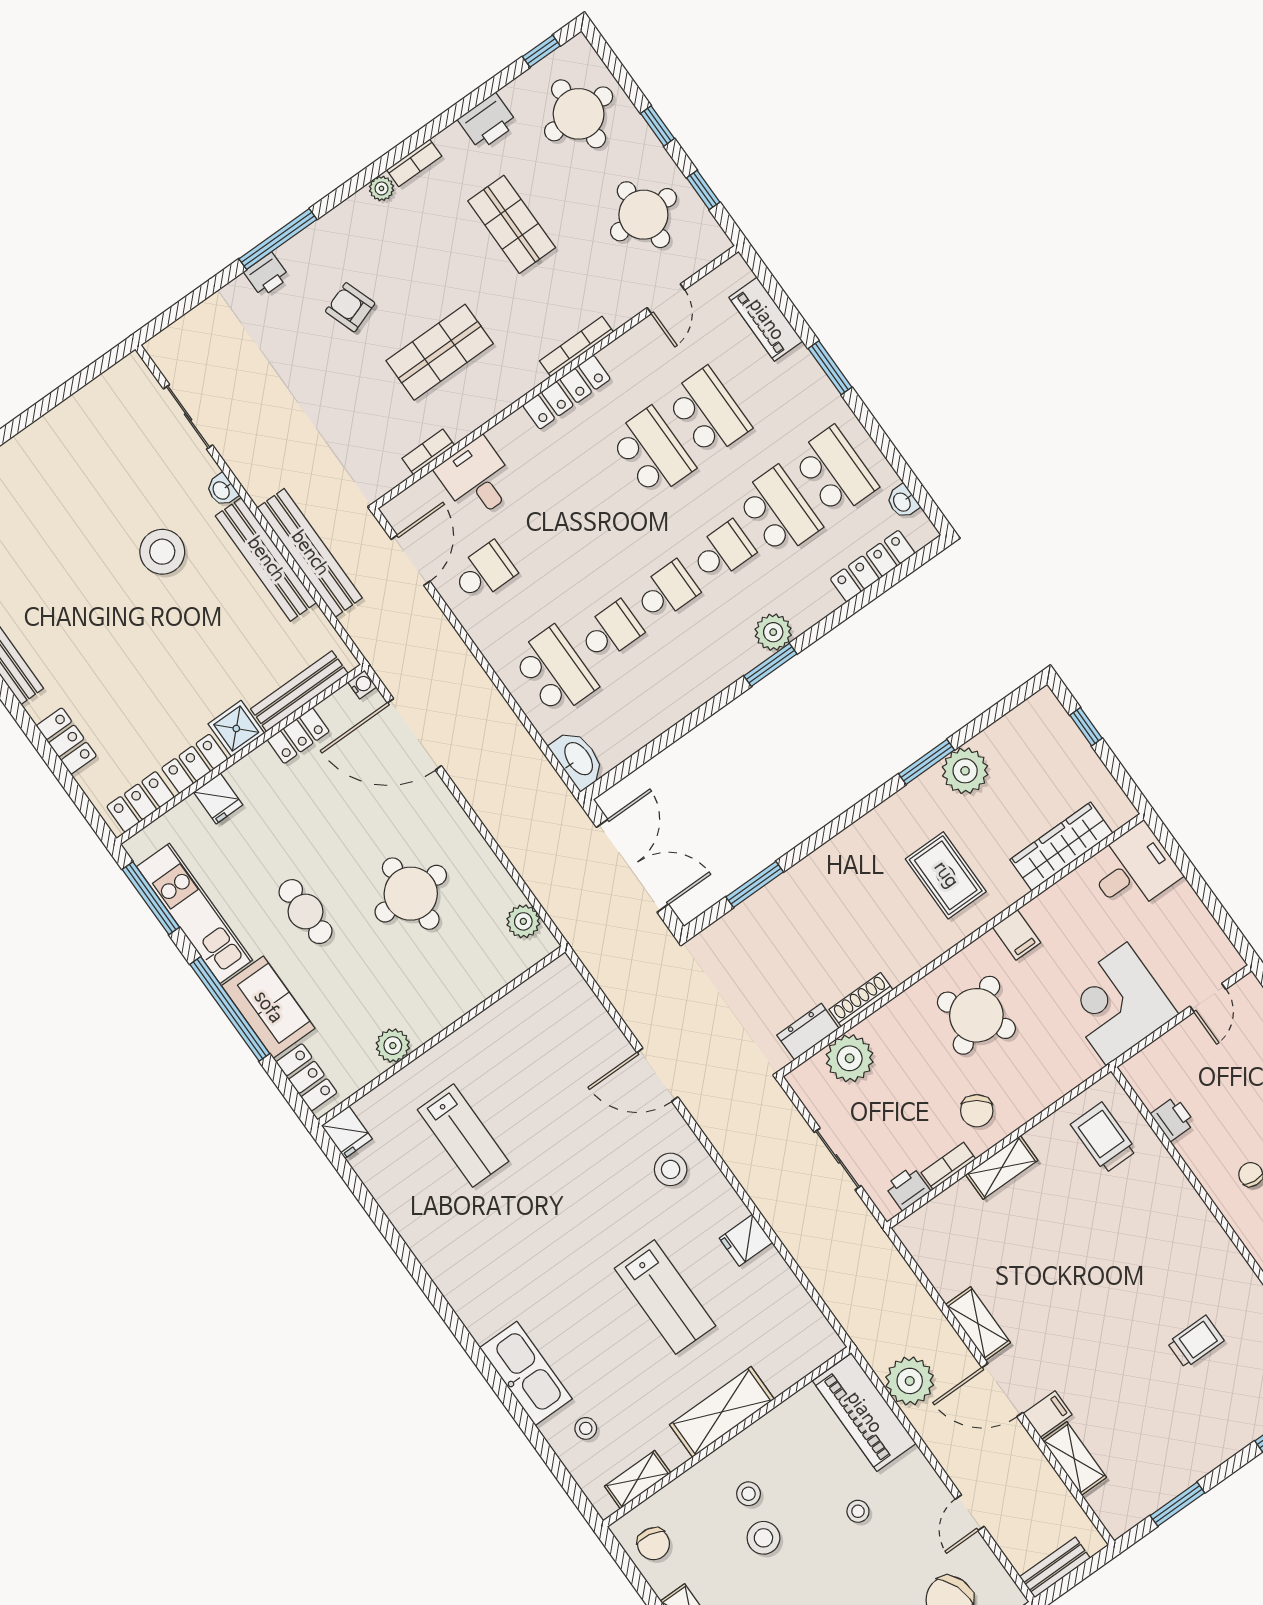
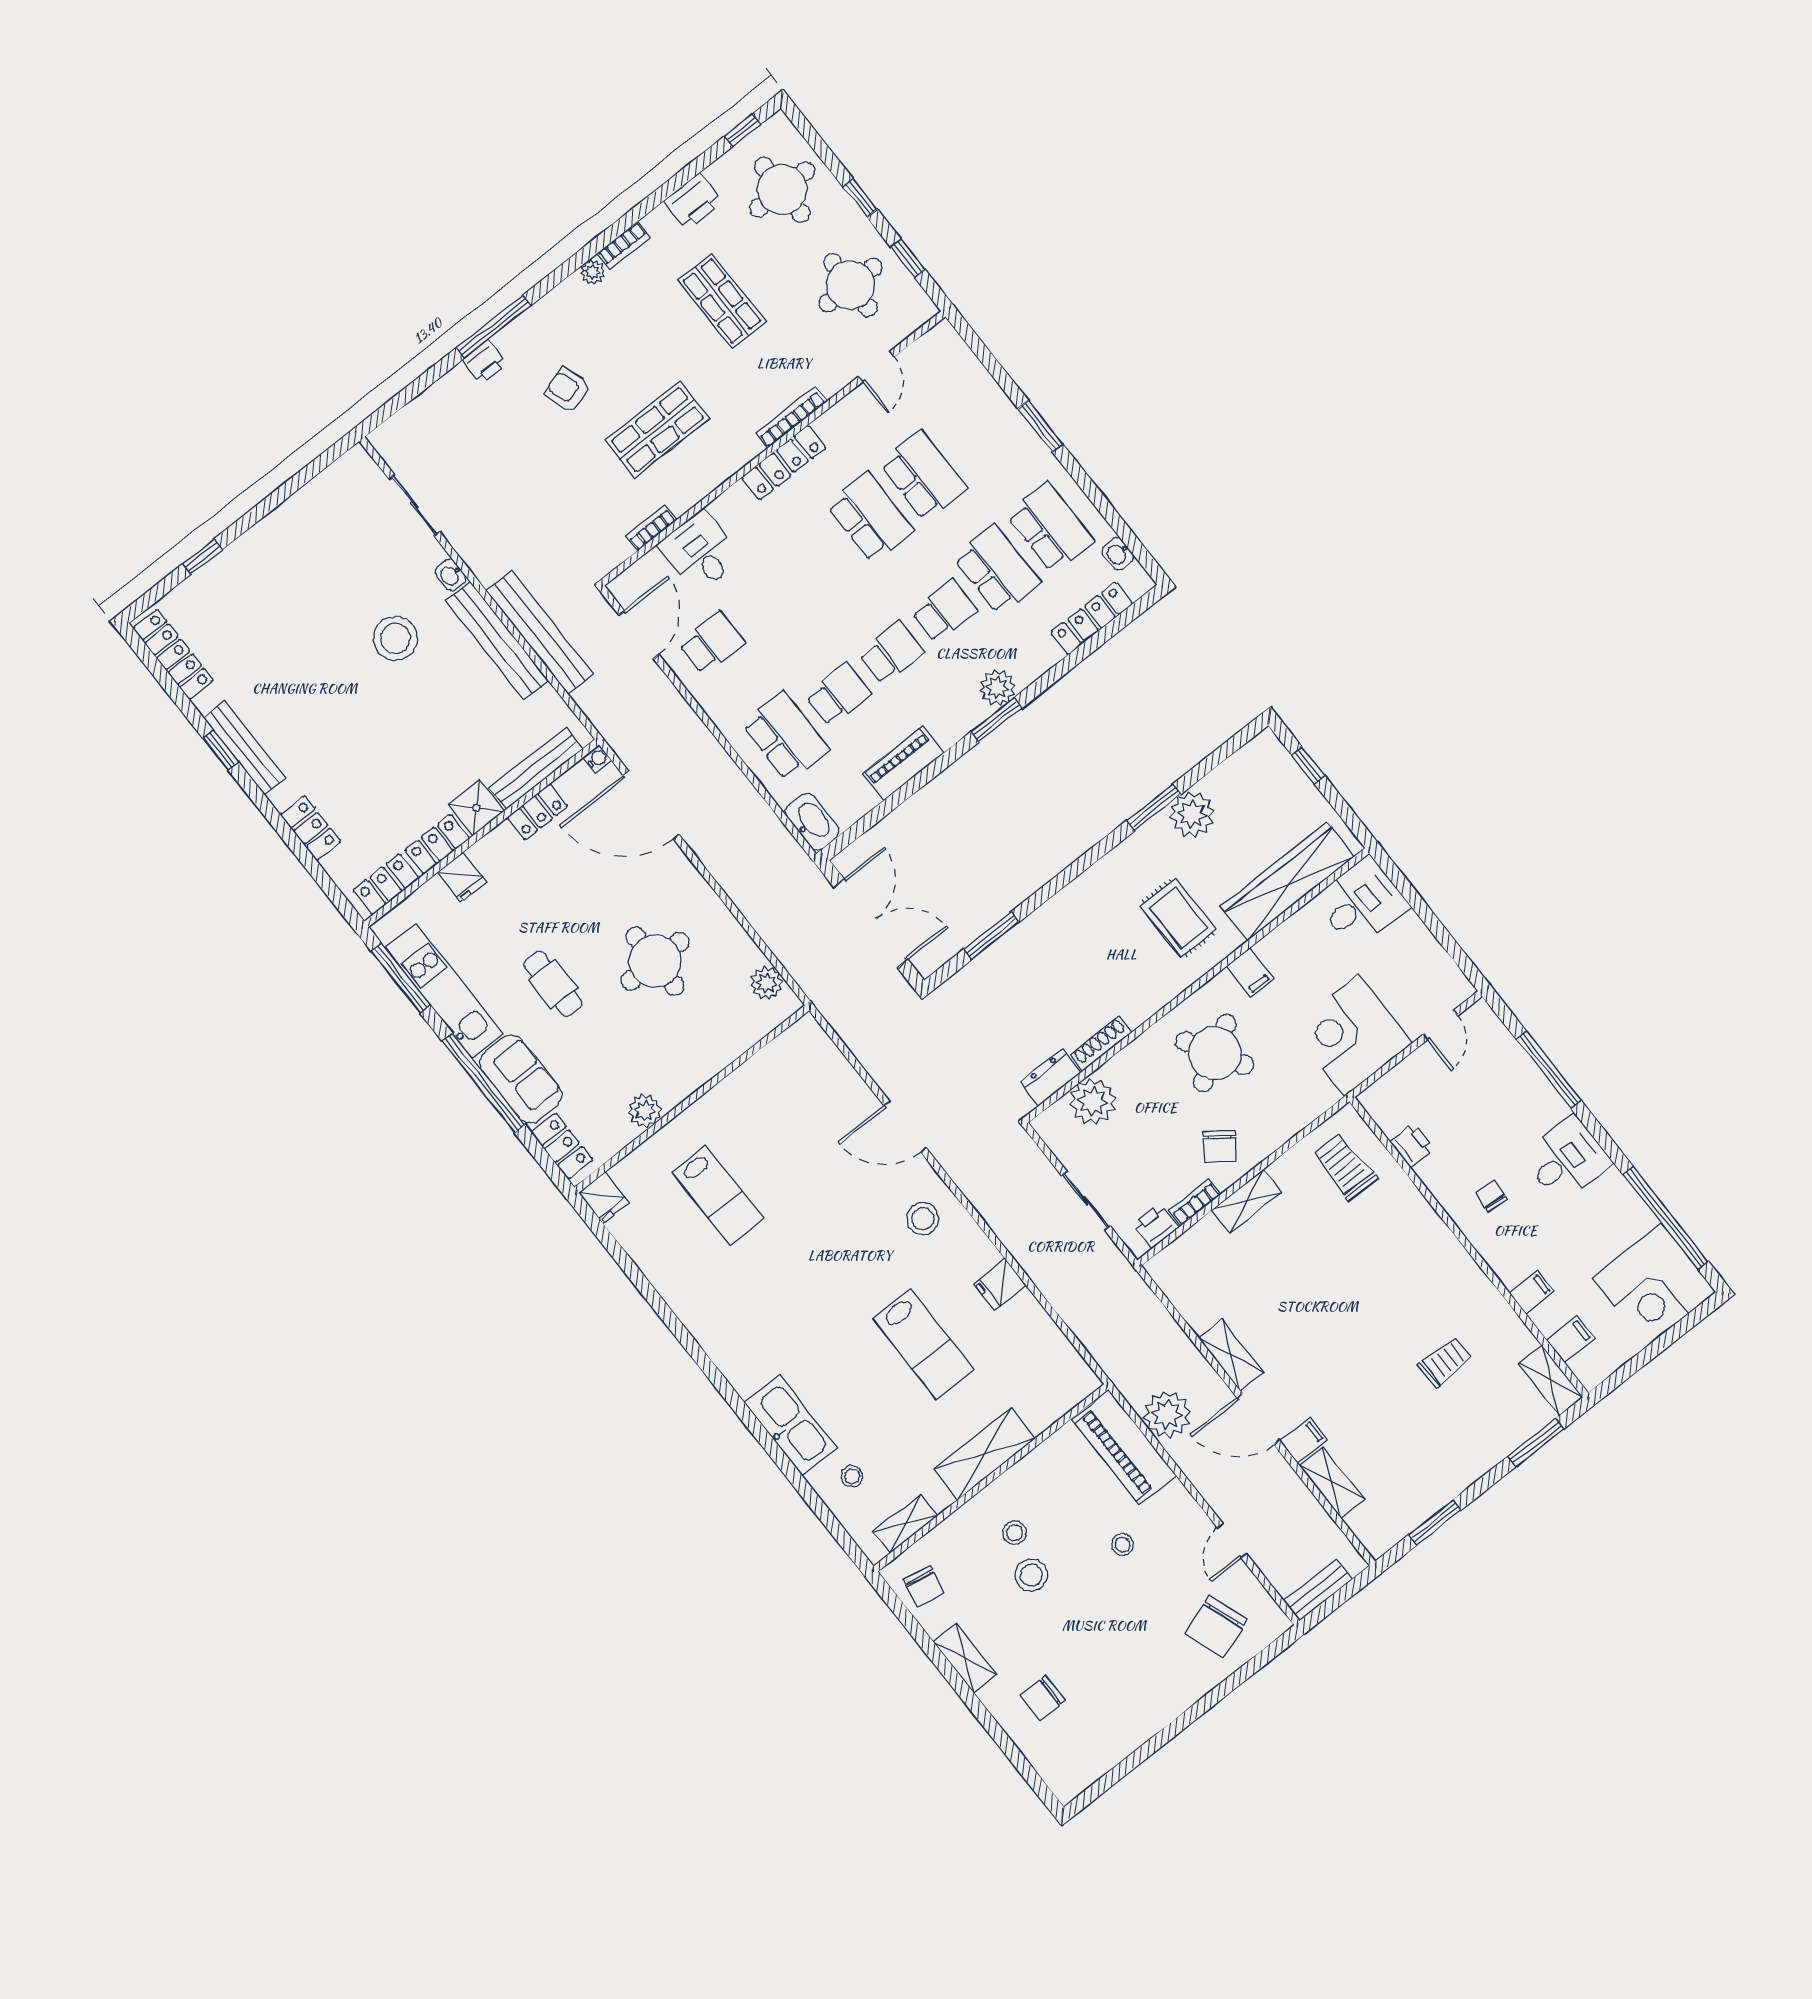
piano: (766, 319) -> (903, 764), moved, turned 90
wardrobe: (1061, 846) -> (1288, 881), width x1.40, depth x1.17

